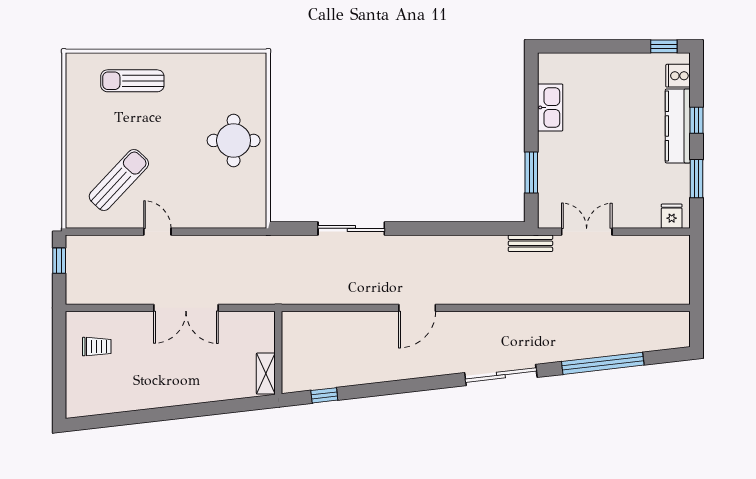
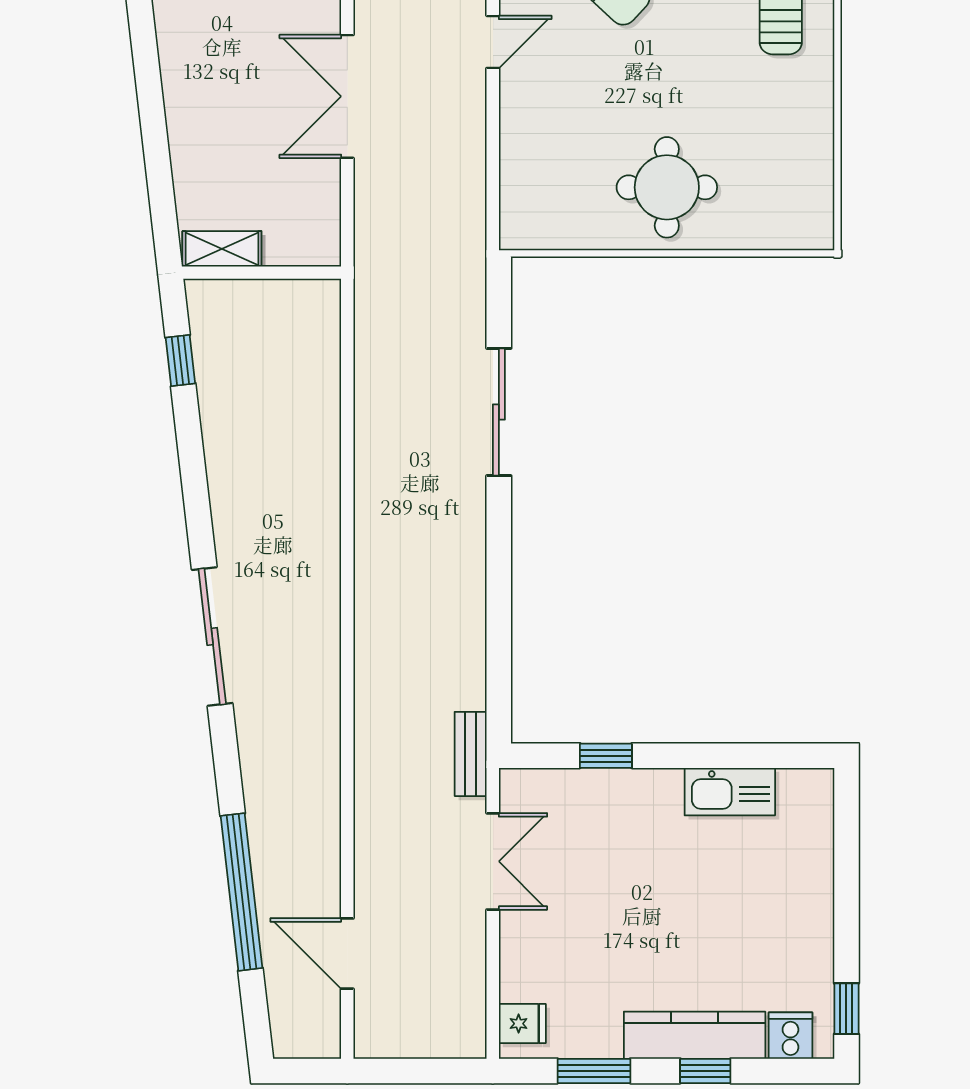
window: (531, 172) -> (606, 756), width x0.67
door: (417, 308) -> (347, 954), moved
sliding door: (501, 375) -> (212, 636), moved

